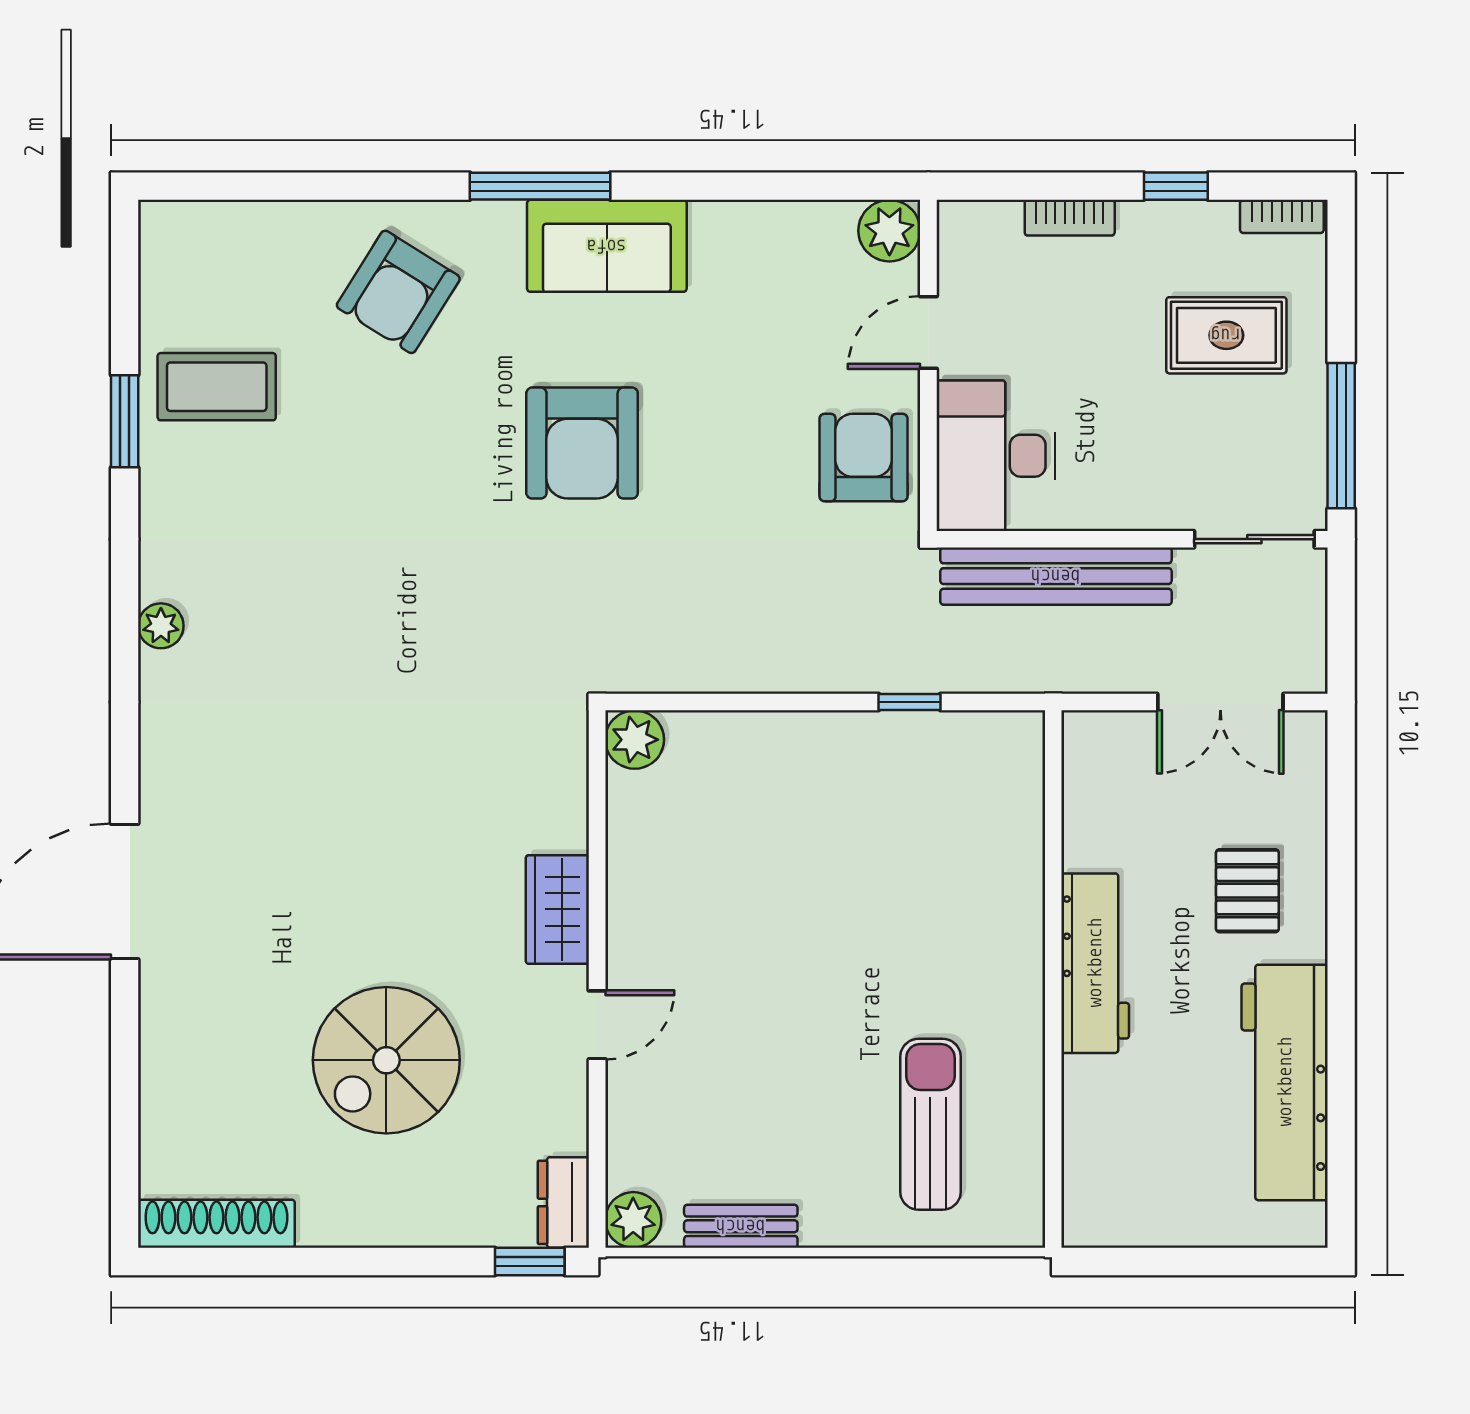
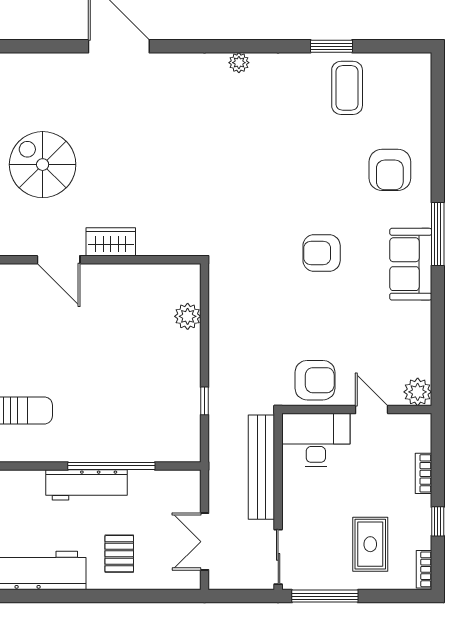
armchair: (398, 292) -> (390, 170), turned -122
armchair: (582, 443) -> (322, 253), width x0.73, depth x0.73
plant: (635, 740) -> (188, 316), moved
pallet: (1247, 891) -> (119, 554), turned 90
window: (1053, 908) -> (111, 466), added
door: (597, 1025) -> (59, 260), width x1.38

